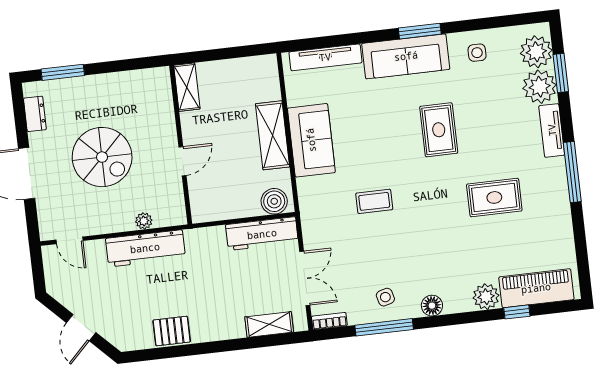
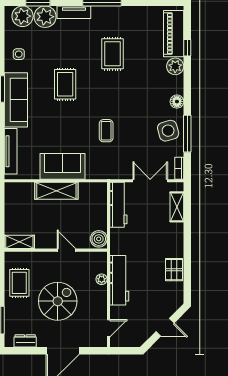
rug: (124, 94) -> (19, 283), added
rug: (439, 130) -> (65, 84), turned 90
boiler: (274, 201) -> (99, 239), moved
side table: (385, 297) -> (168, 131), width x1.87, depth x1.87

